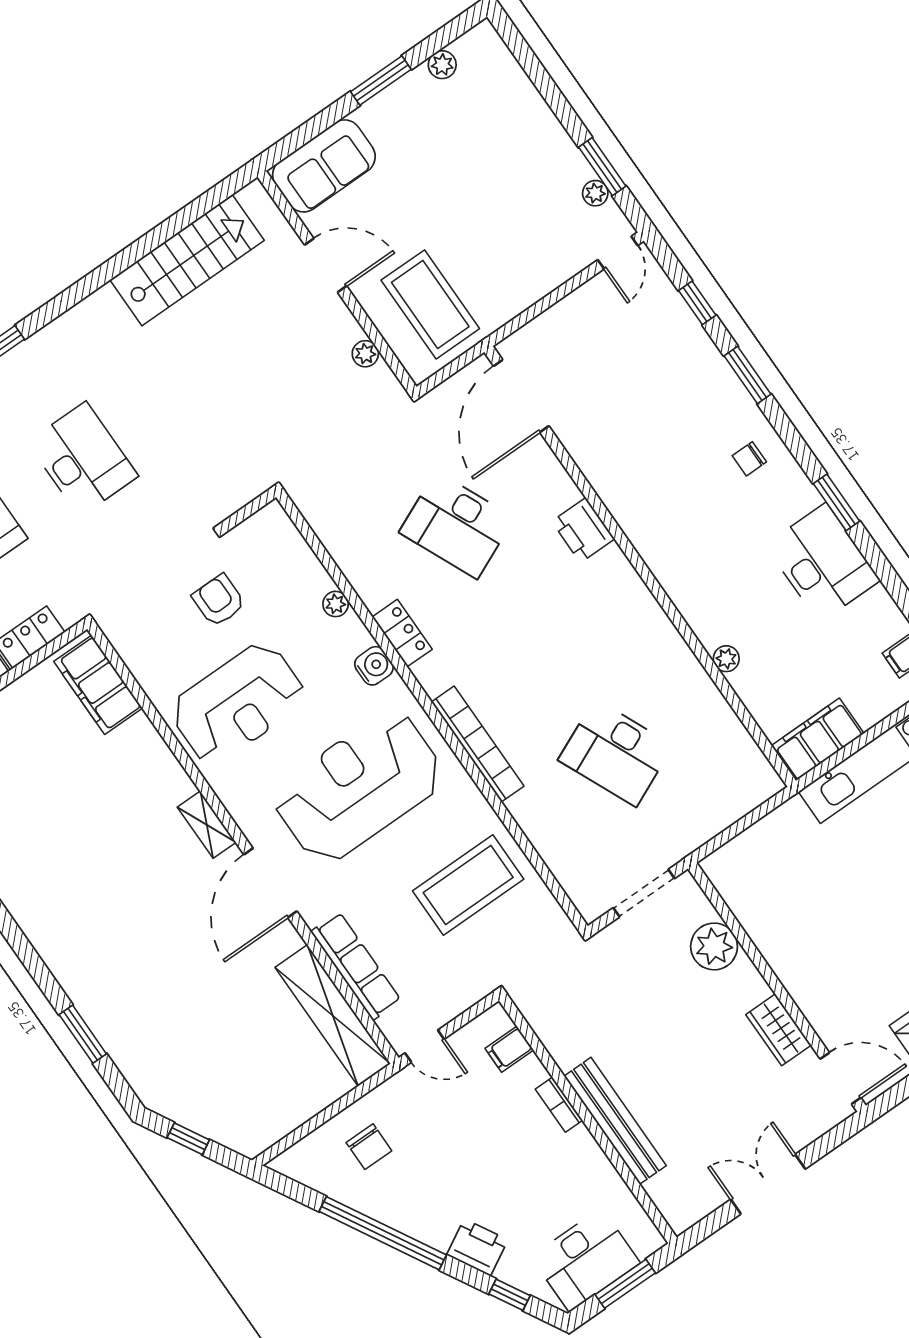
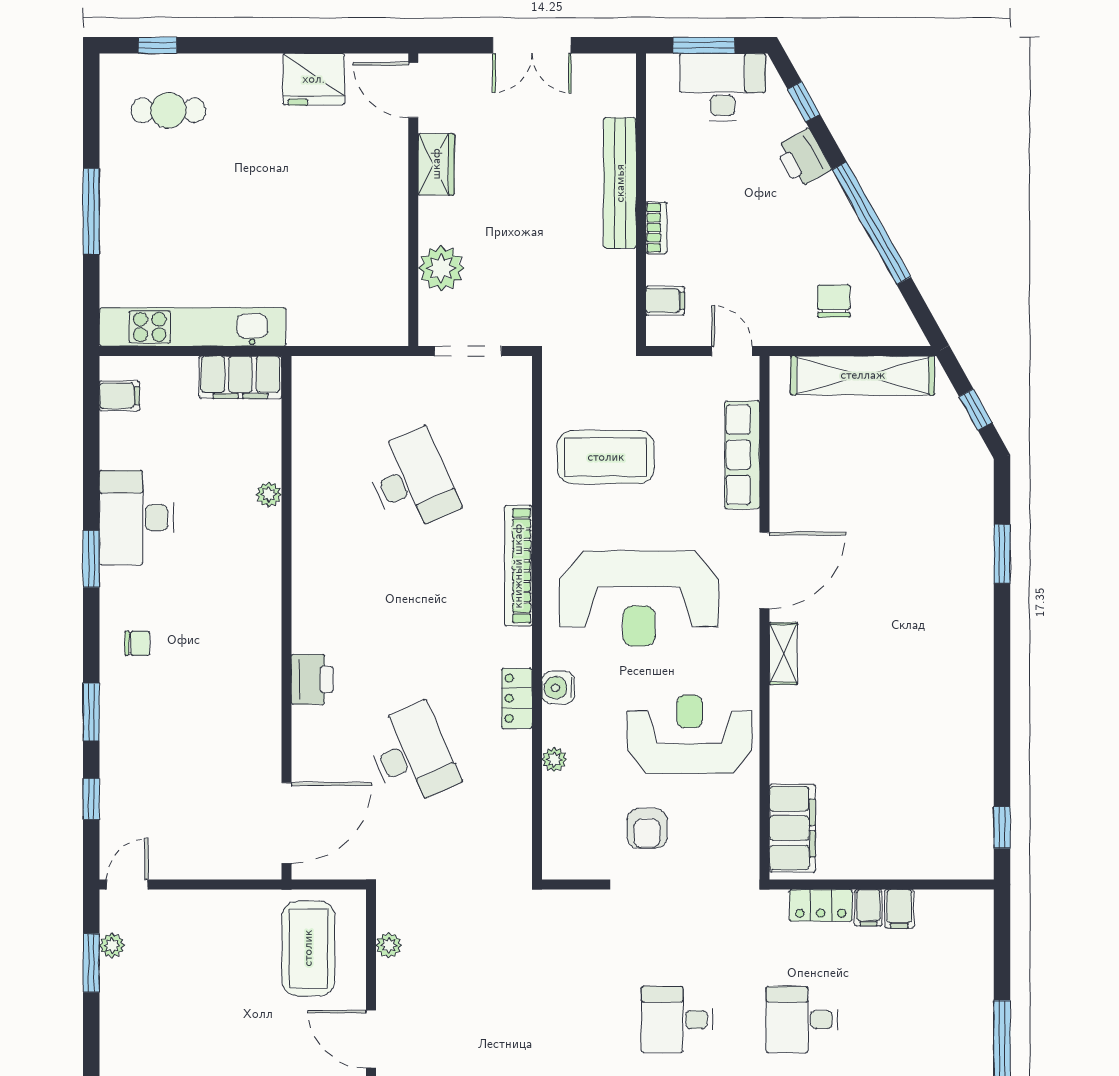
desk: (83, 459) -> (677, 1019), width x0.73
shelving: (333, 1016) -> (863, 375), moved, turned 90

